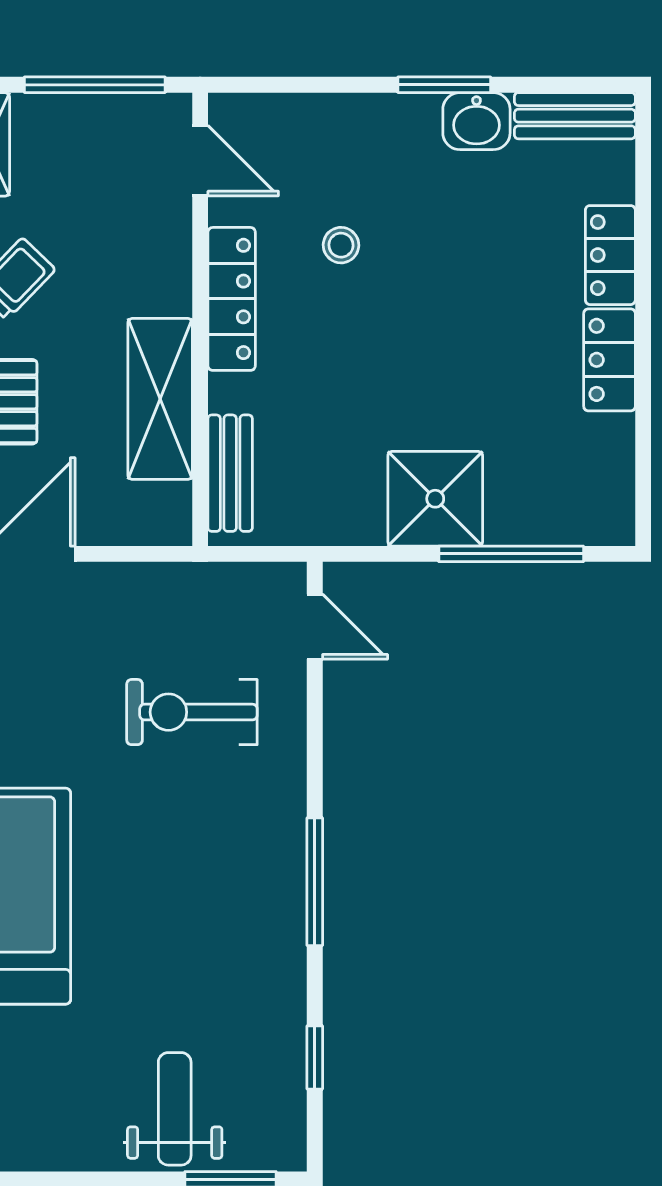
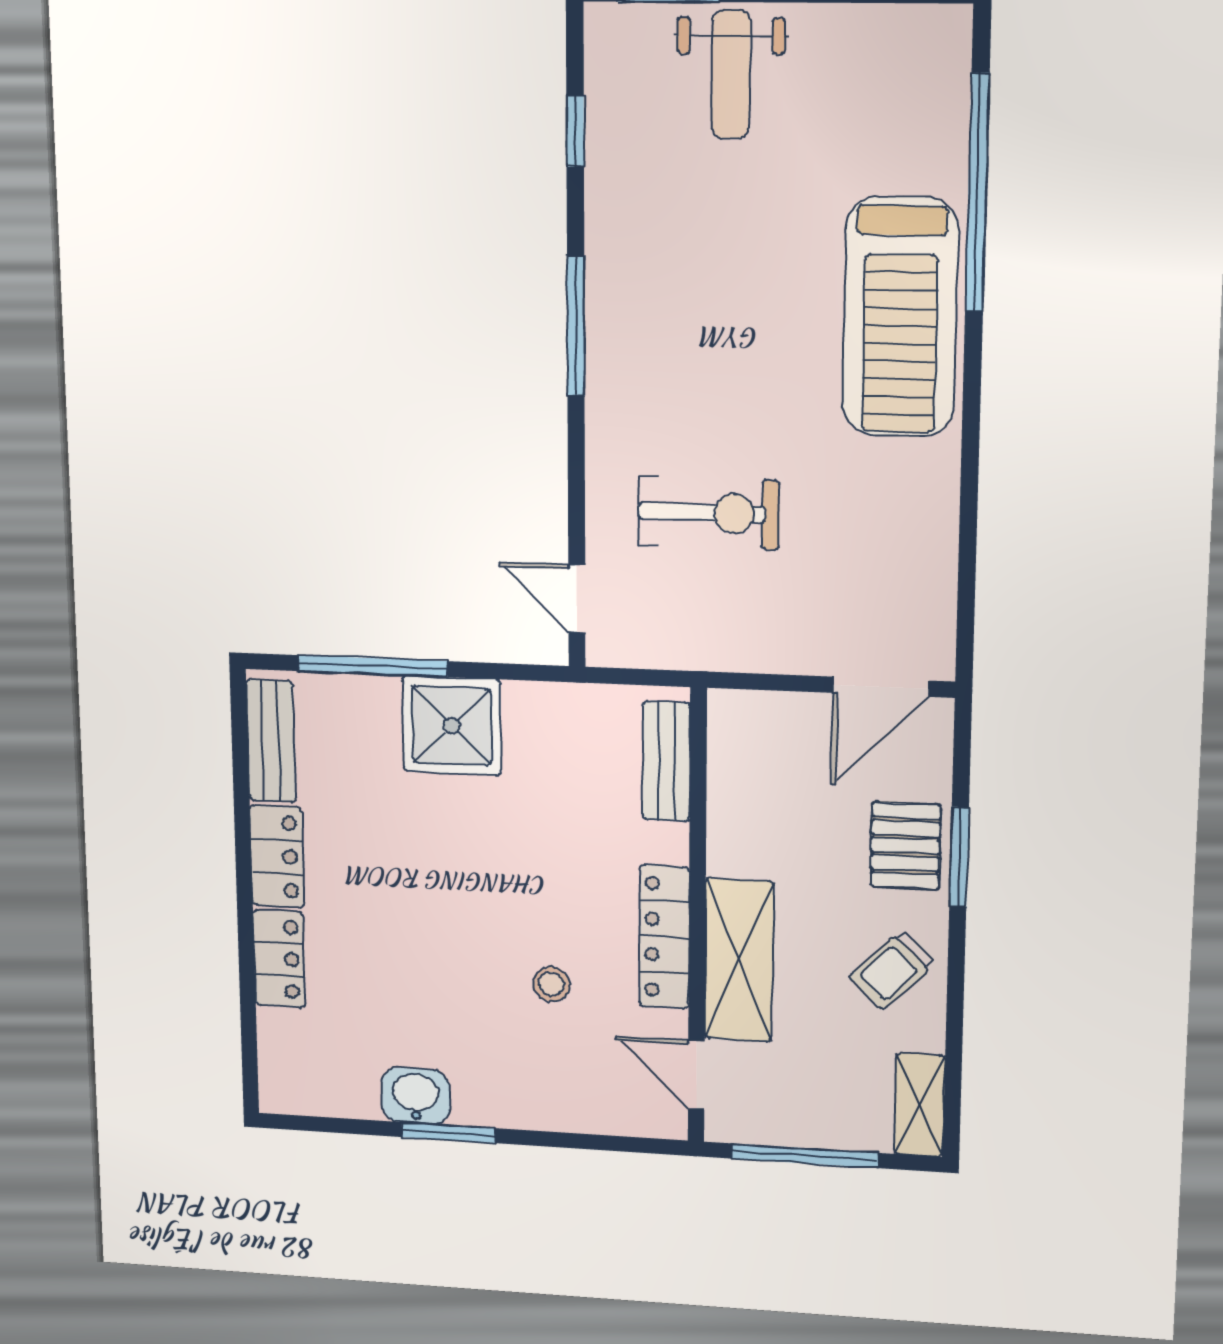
bench: (575, 116) -> (271, 741), moved, turned 90
shelving: (160, 399) -> (739, 960), moved

